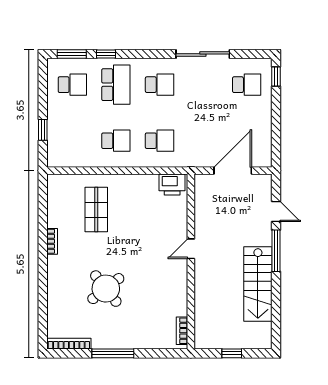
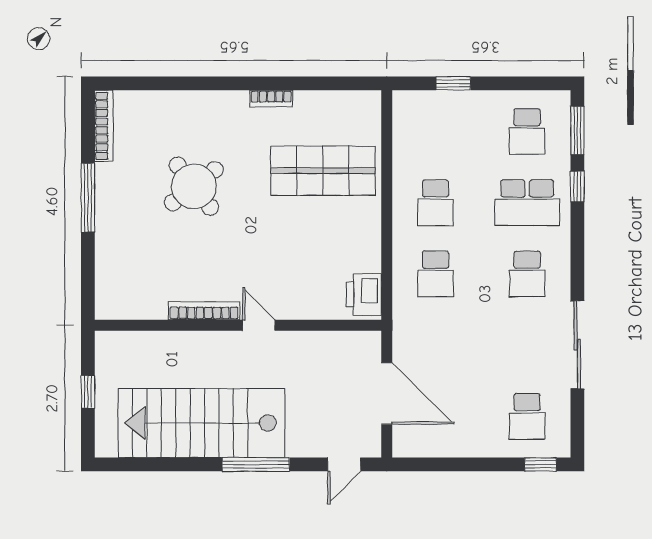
shop shelf: (96, 210) -> (323, 171), width x1.43, depth x1.36
door: (276, 212) -> (344, 464), moved
stairs: (258, 284) -> (201, 423), width x1.36, depth x1.51
bookcase: (182, 331) -> (204, 311), moved, width x1.56

